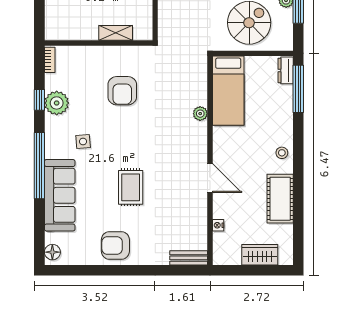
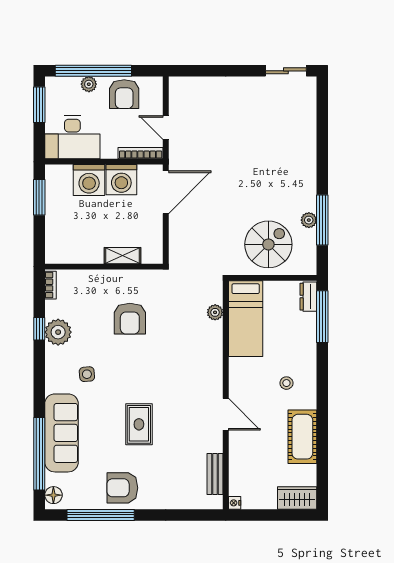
plant: (200, 114) -> (215, 312), moved
stool: (282, 153) -> (286, 383), moved
window: (39, 166) -> (39, 454), moved
nightstand: (218, 225) -> (235, 503), moved
wardrobe: (260, 255) -> (297, 498), moved
bench: (189, 258) -> (215, 474), moved, turned 90
window: (96, 270) -> (101, 515), added

